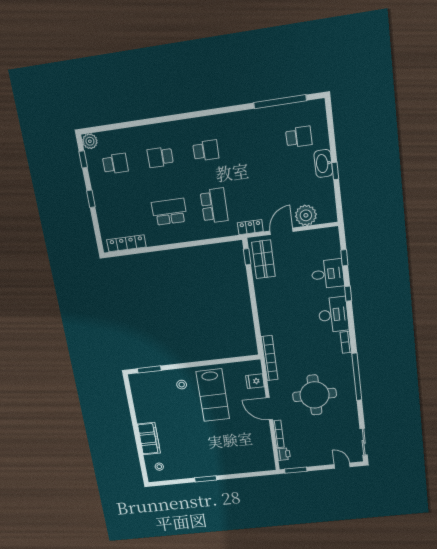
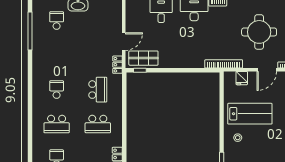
school desk: (160, 157) -> (57, 124), width x1.85
school desk: (214, 206) -> (98, 90), turned 90
school desk: (169, 212) -> (98, 124), turned -90
plant: (306, 215) -> (114, 22), removed
door: (282, 231) -> (124, 42), swing flipped

